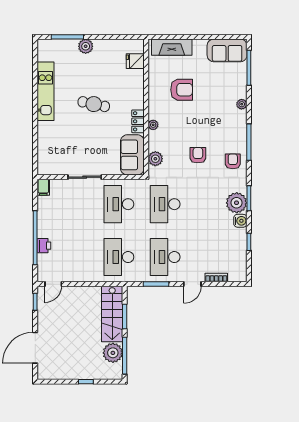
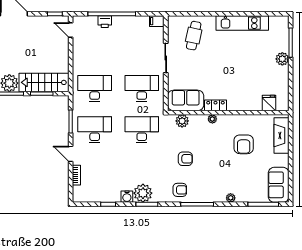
cafe table: (94, 104) -> (194, 36), moved

